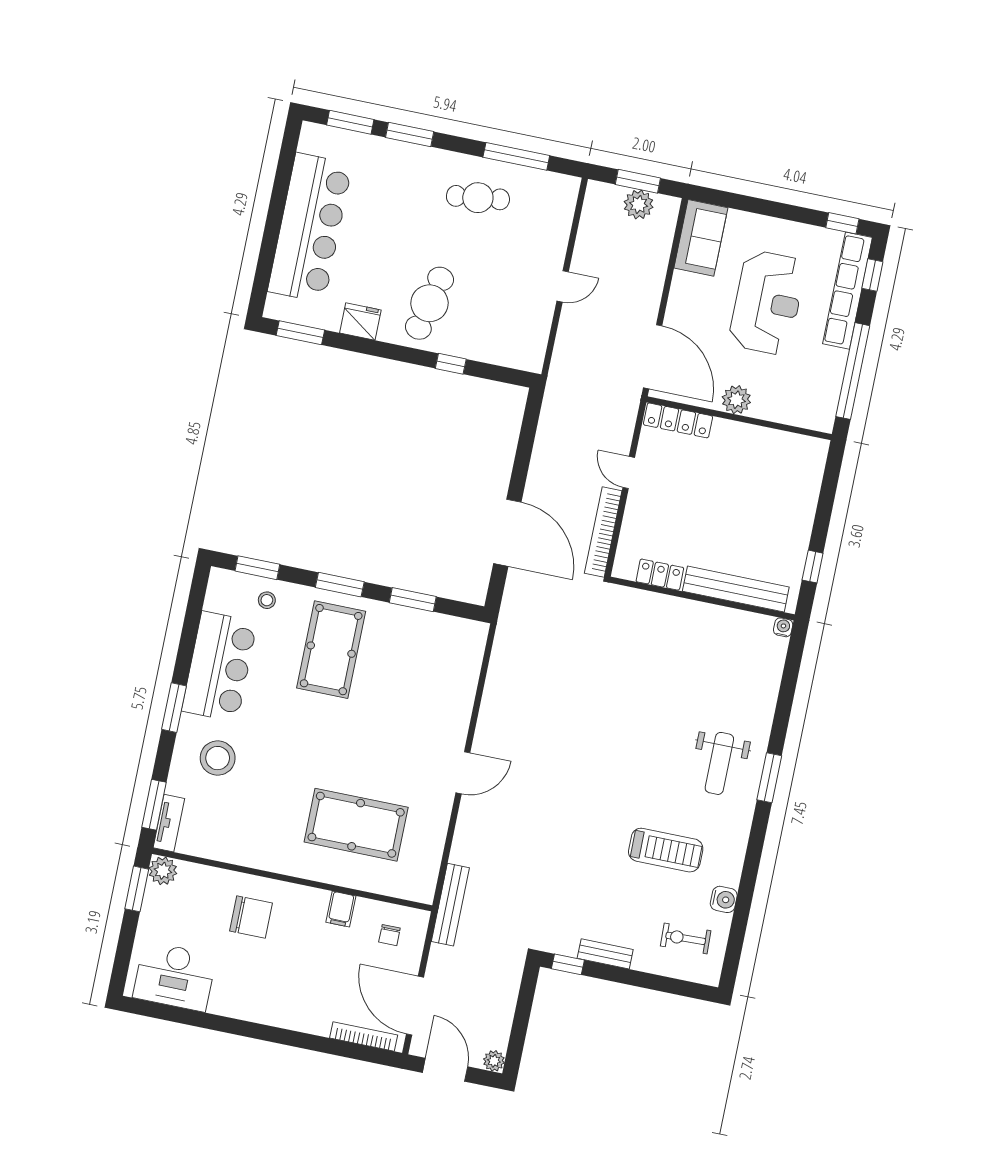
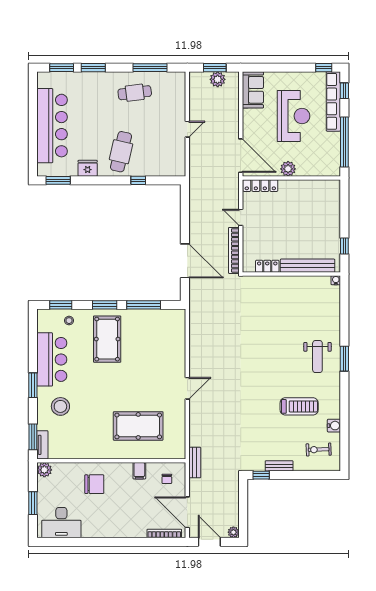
window: (413, 600) -> (144, 305), width x1.44
window: (137, 889) -> (33, 503), moved
bench: (450, 905) -> (195, 463), width x0.73

